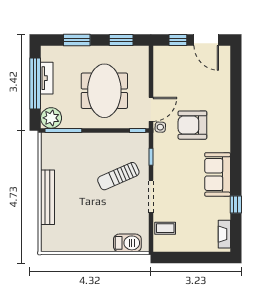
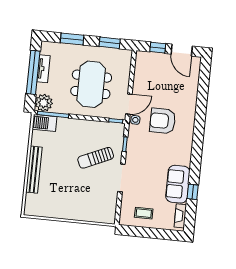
sofa: (218, 174) -> (178, 184), moved
coffee table: (165, 228) -> (144, 213), moved
barbecue: (127, 243) -> (45, 123), moved, turned 180

